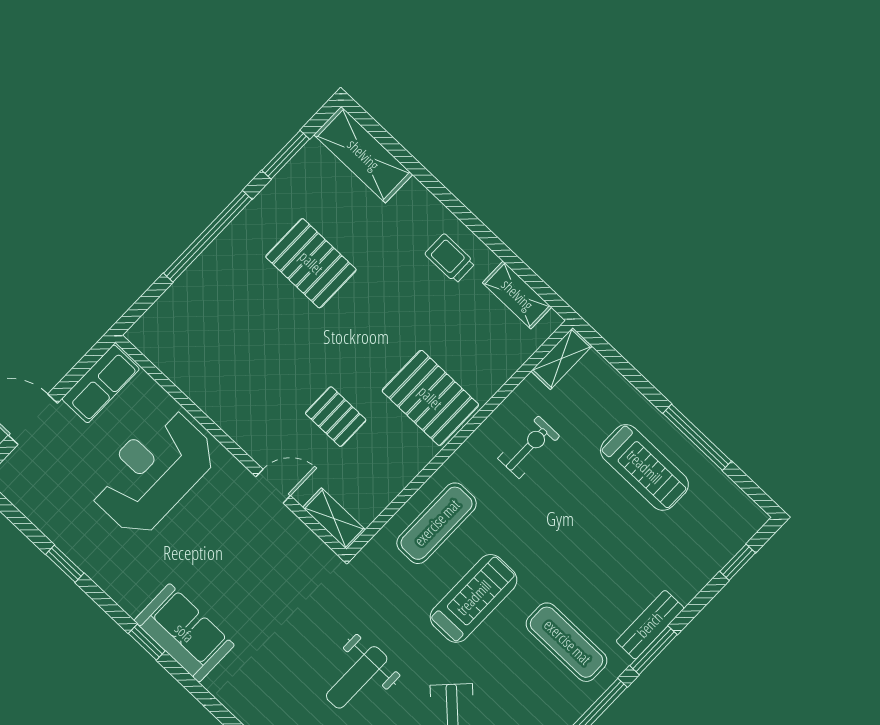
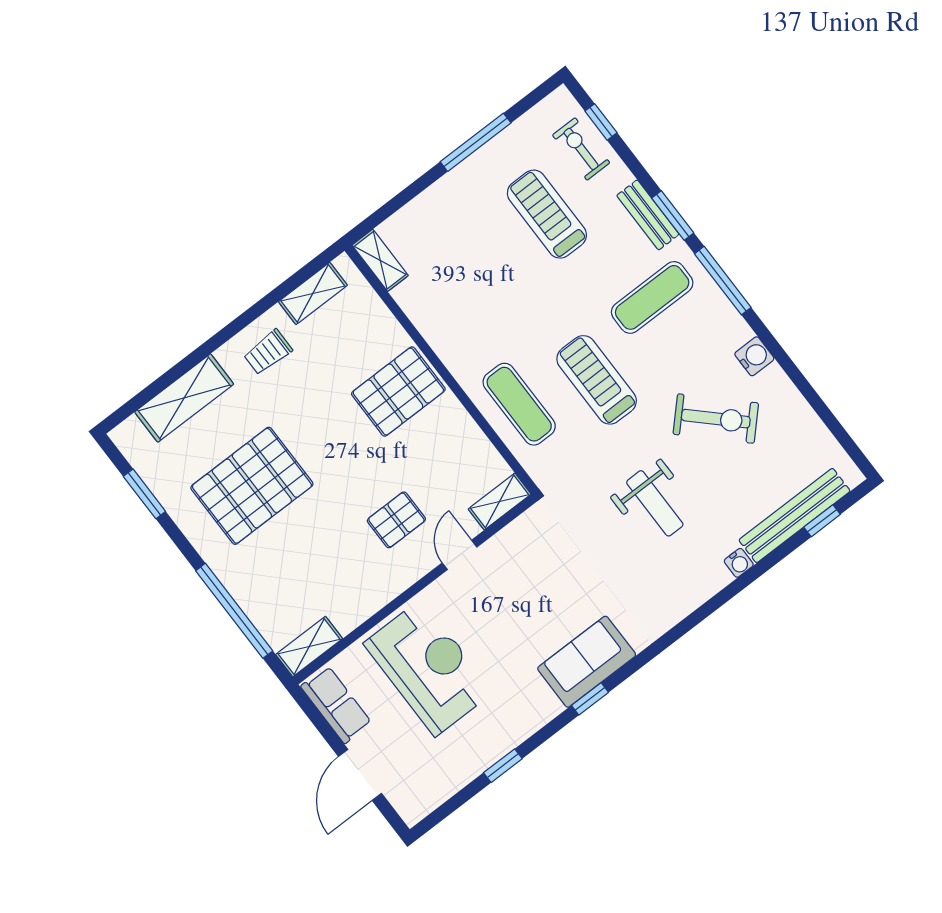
shelving: (363, 155) -> (184, 398), moved
window: (208, 236) -> (234, 611), moved
pallet: (311, 263) -> (252, 486), width x1.37, depth x1.41
shelving: (156, 347) -> (309, 647), added
pallet: (336, 417) -> (396, 520), moved
exercise bike: (529, 447) -> (581, 149), moved
treadmill: (644, 467) -> (547, 214), moved, turned -90
reception desk: (153, 472) -> (428, 668), turned 180

